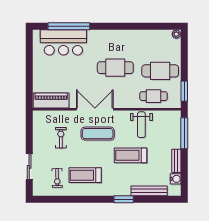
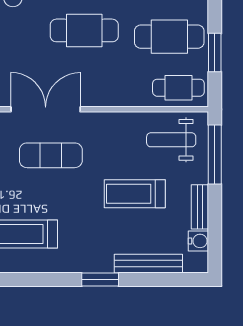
window: (184, 91) -> (215, 53), moved
cafe table: (154, 96) -> (178, 88), moved
weight bench: (141, 125) -> (171, 140), moved, turned 90
treadmill: (131, 155) -> (135, 194), moved

